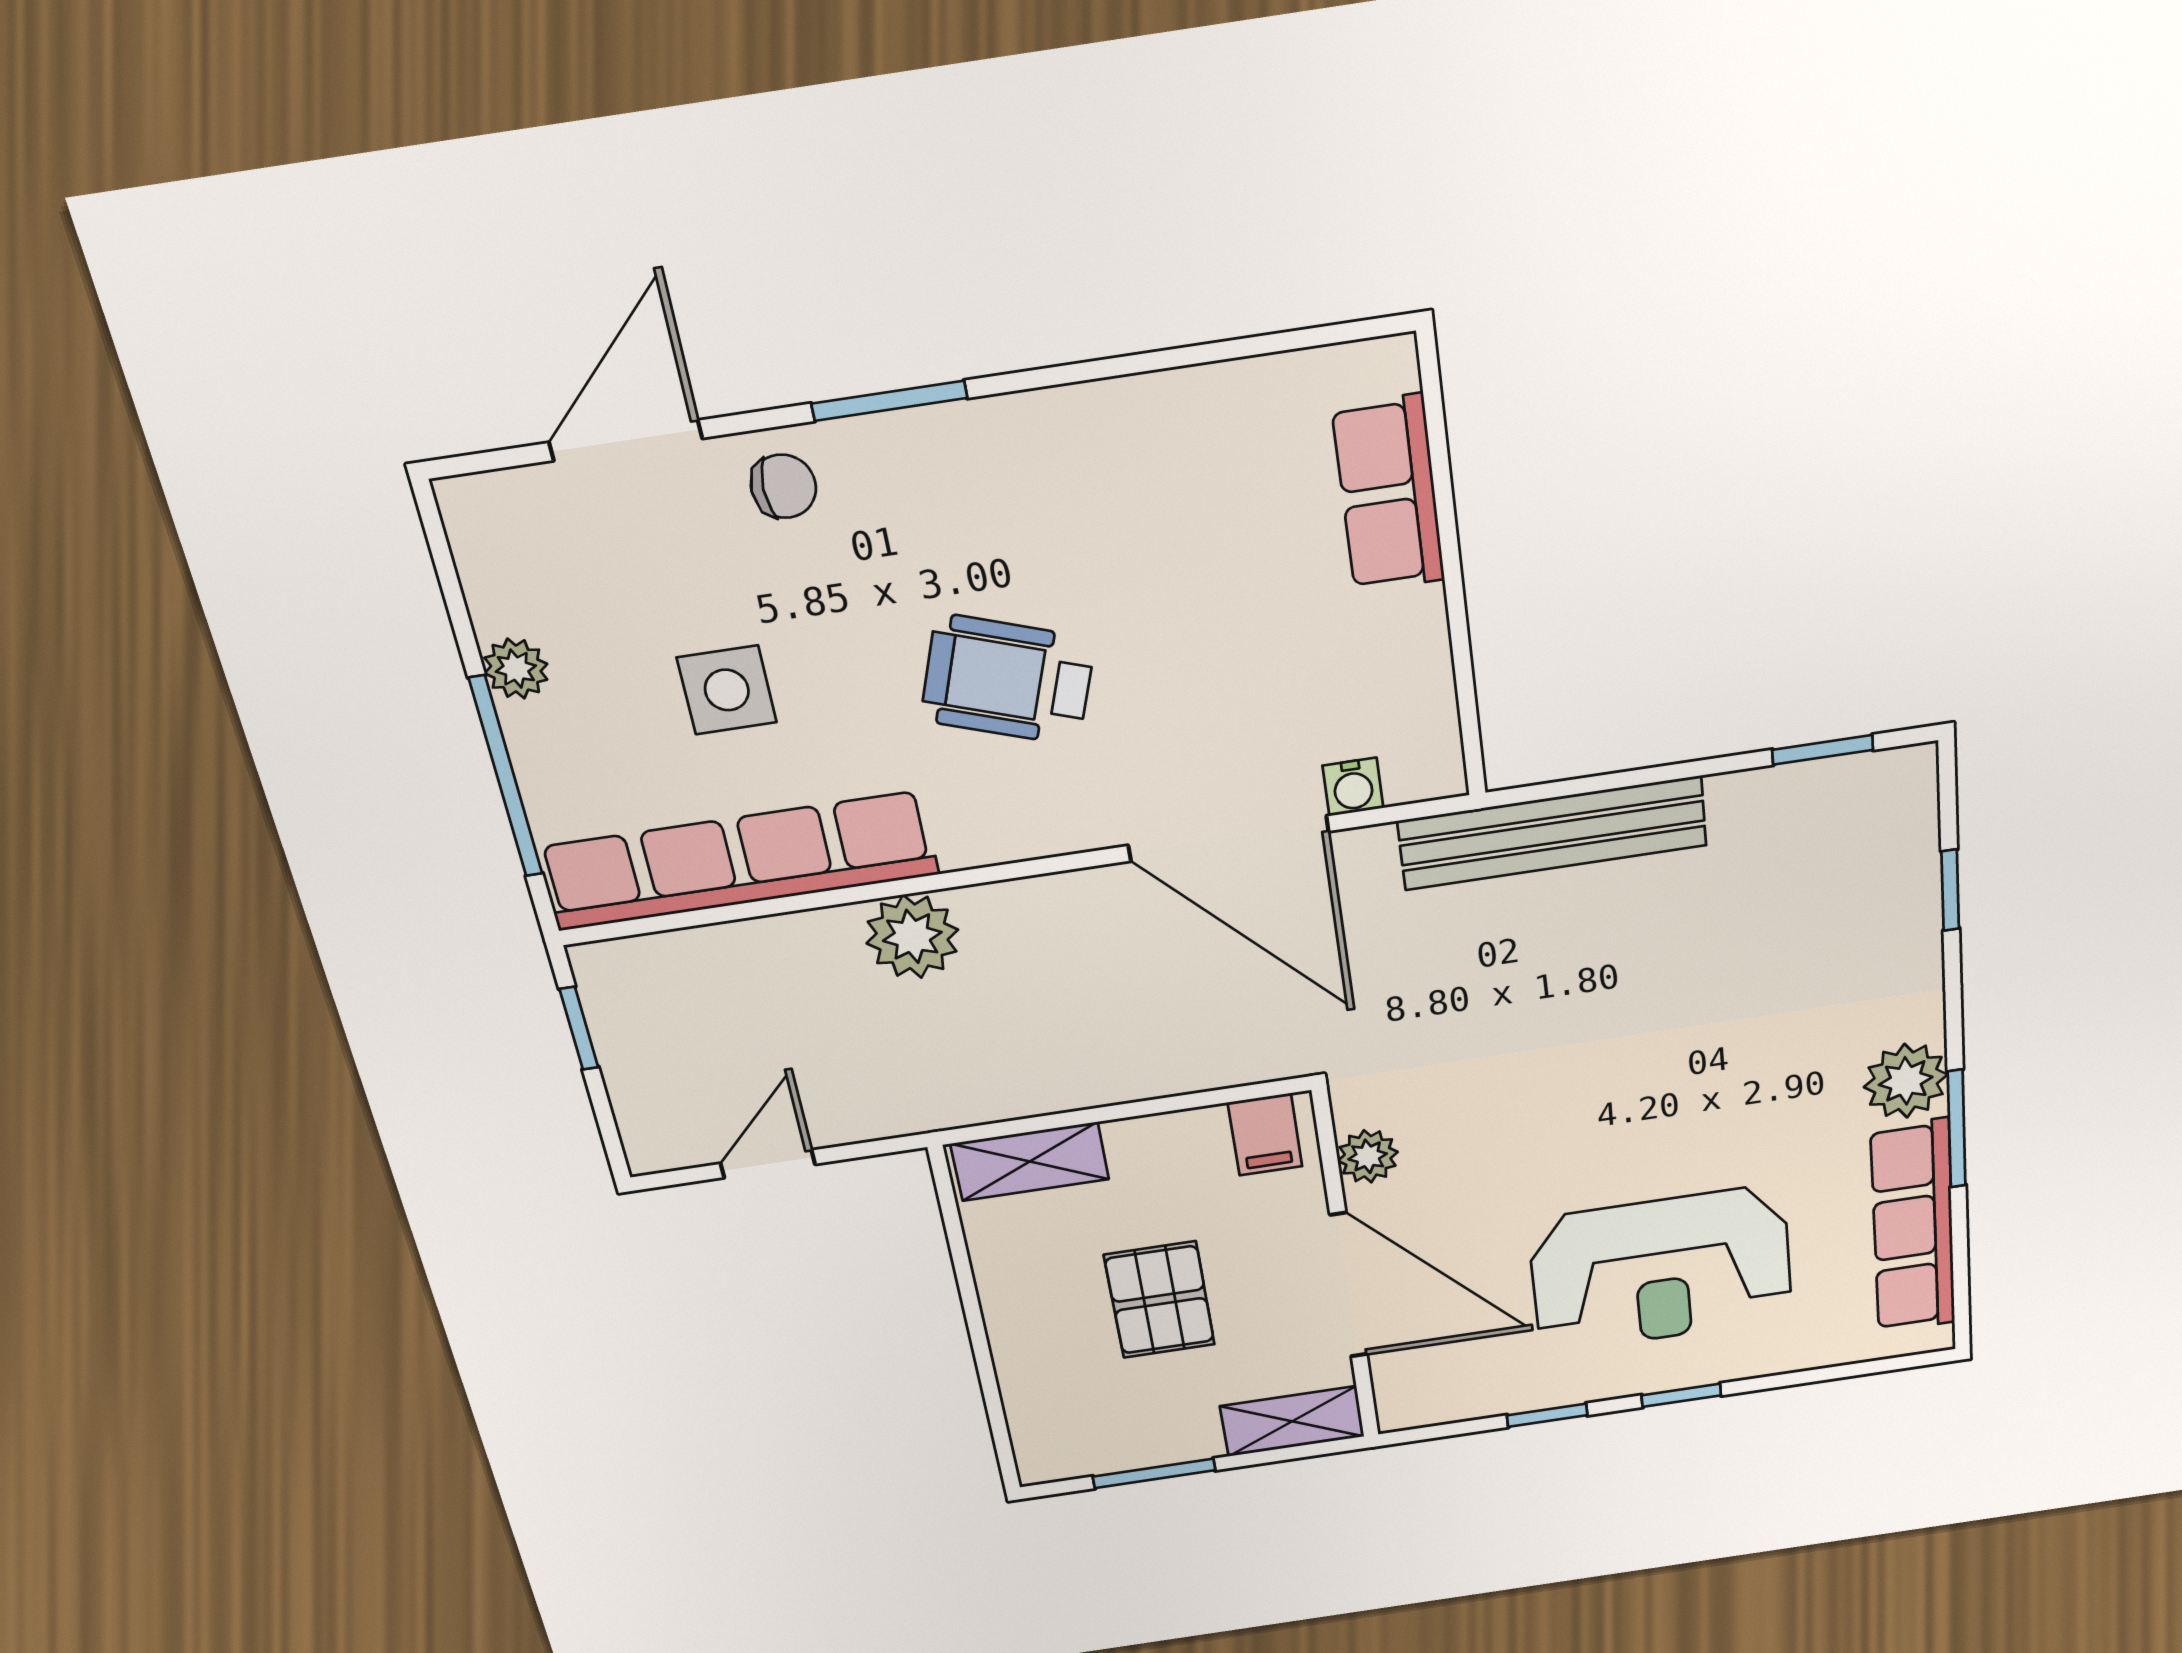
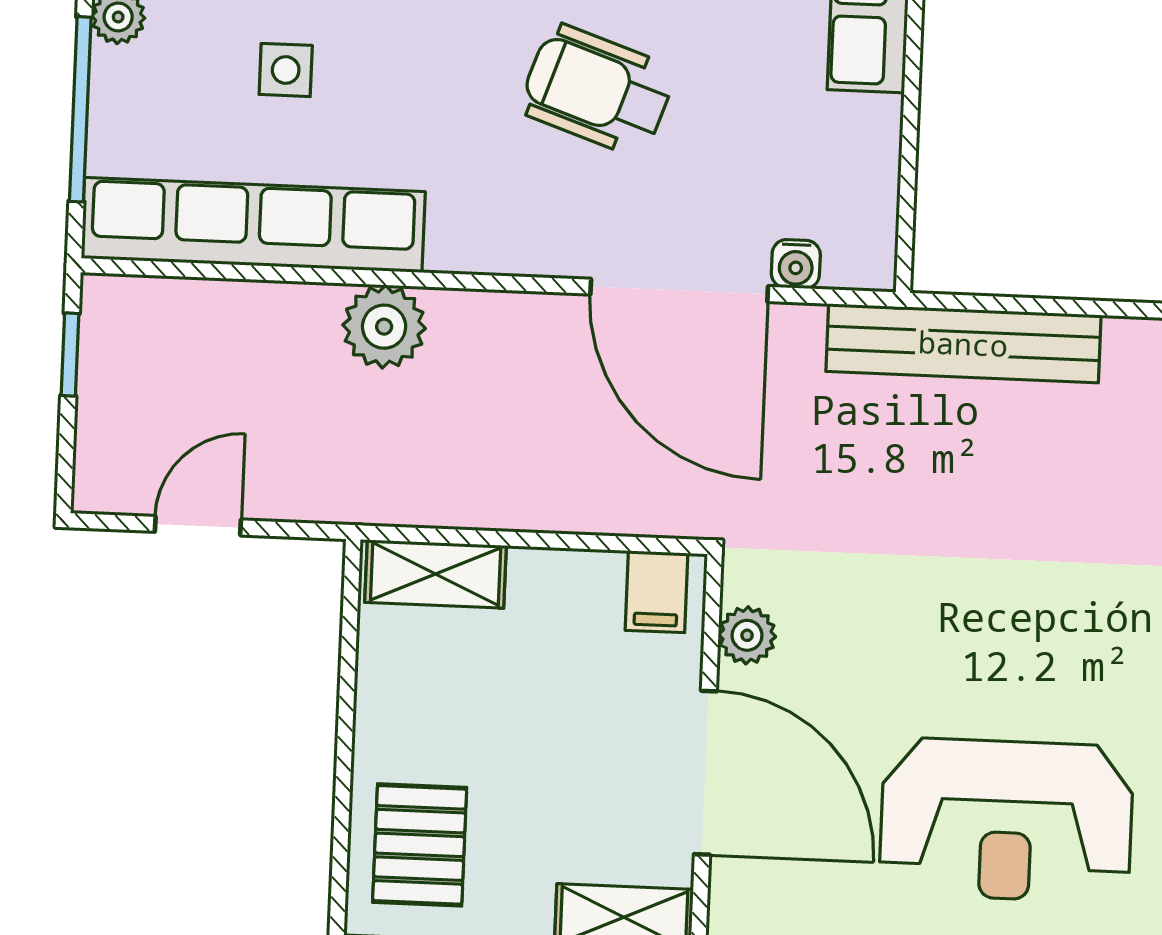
wheelchair: (1008, 680) -> (597, 90), moved
side table: (727, 690) -> (286, 70), width x0.73, depth x0.73
pallet: (1160, 1300) -> (420, 845), moved

